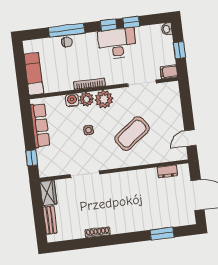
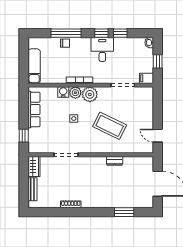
desk: (117, 44) -> (102, 49), width x0.73
coffee table: (132, 134) -> (110, 126), turned 63
door: (190, 138) -> (158, 136), hinge flipped
dresser: (167, 171) -> (115, 161), moved

